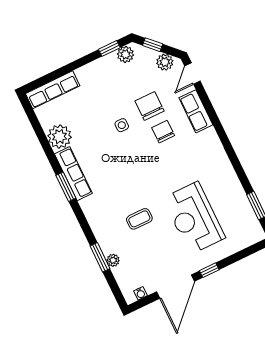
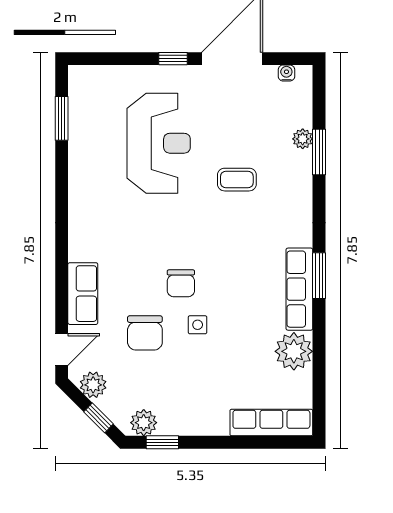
chair: (163, 132) -> (181, 283), moved

